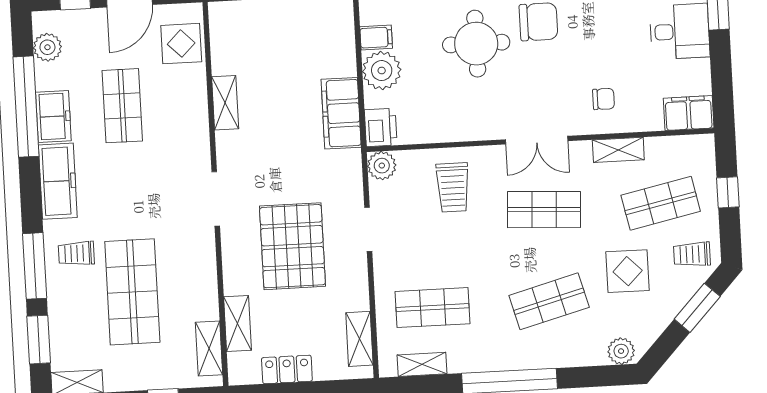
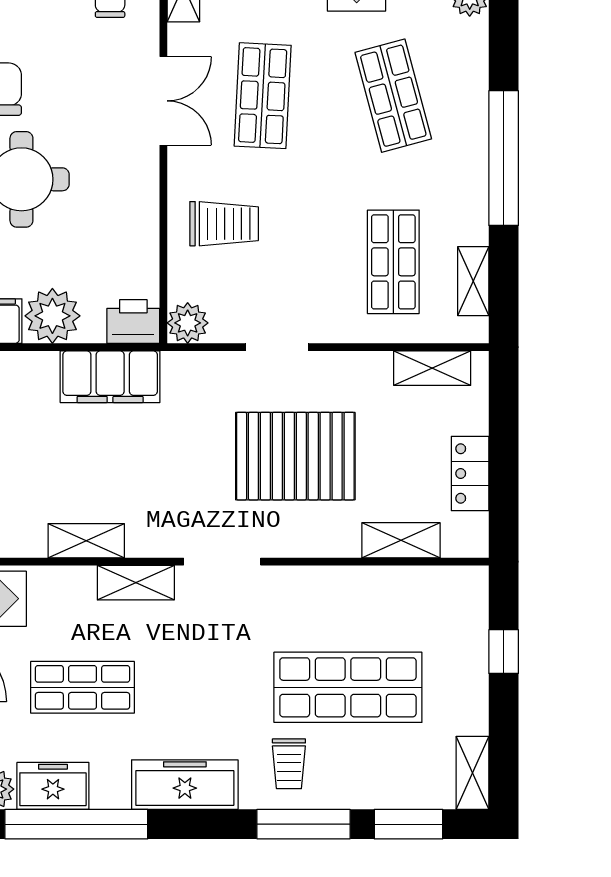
freezer: (53, 117) -> (53, 786), moved
shelving: (209, 348) -> (136, 583), moved

